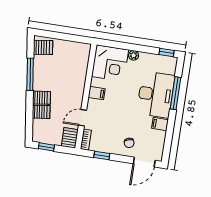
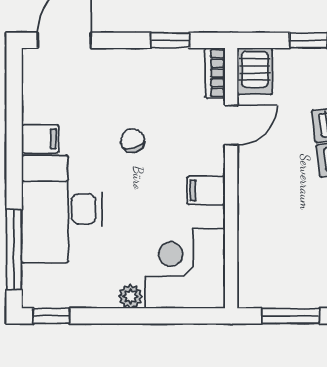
window: (71, 38) -> (290, 316), added
window: (176, 93) -> (14, 249), moved
chair: (129, 143) -> (133, 141), moved

